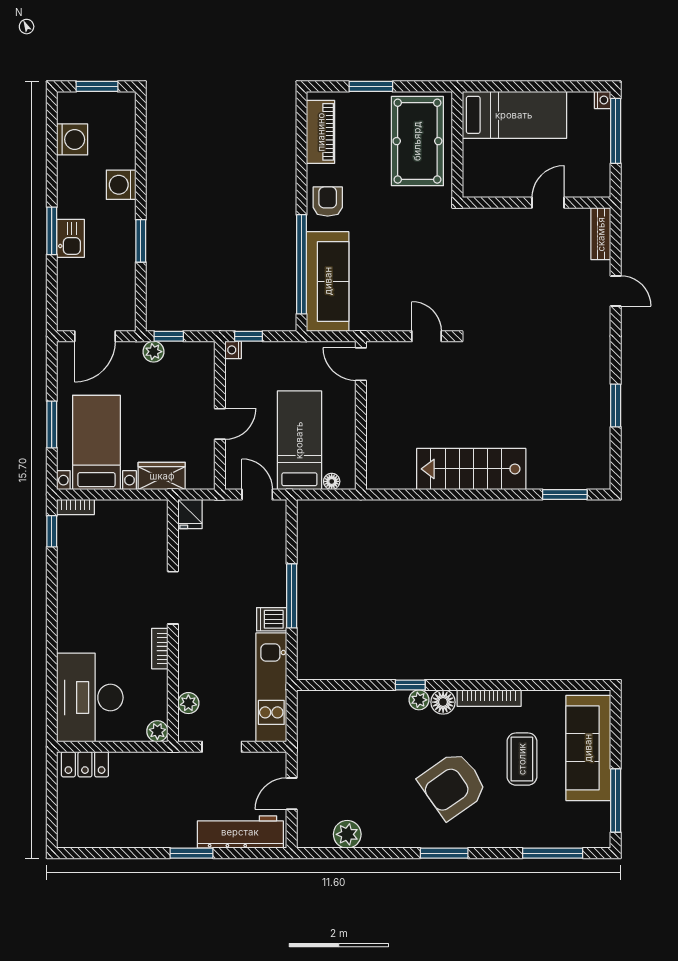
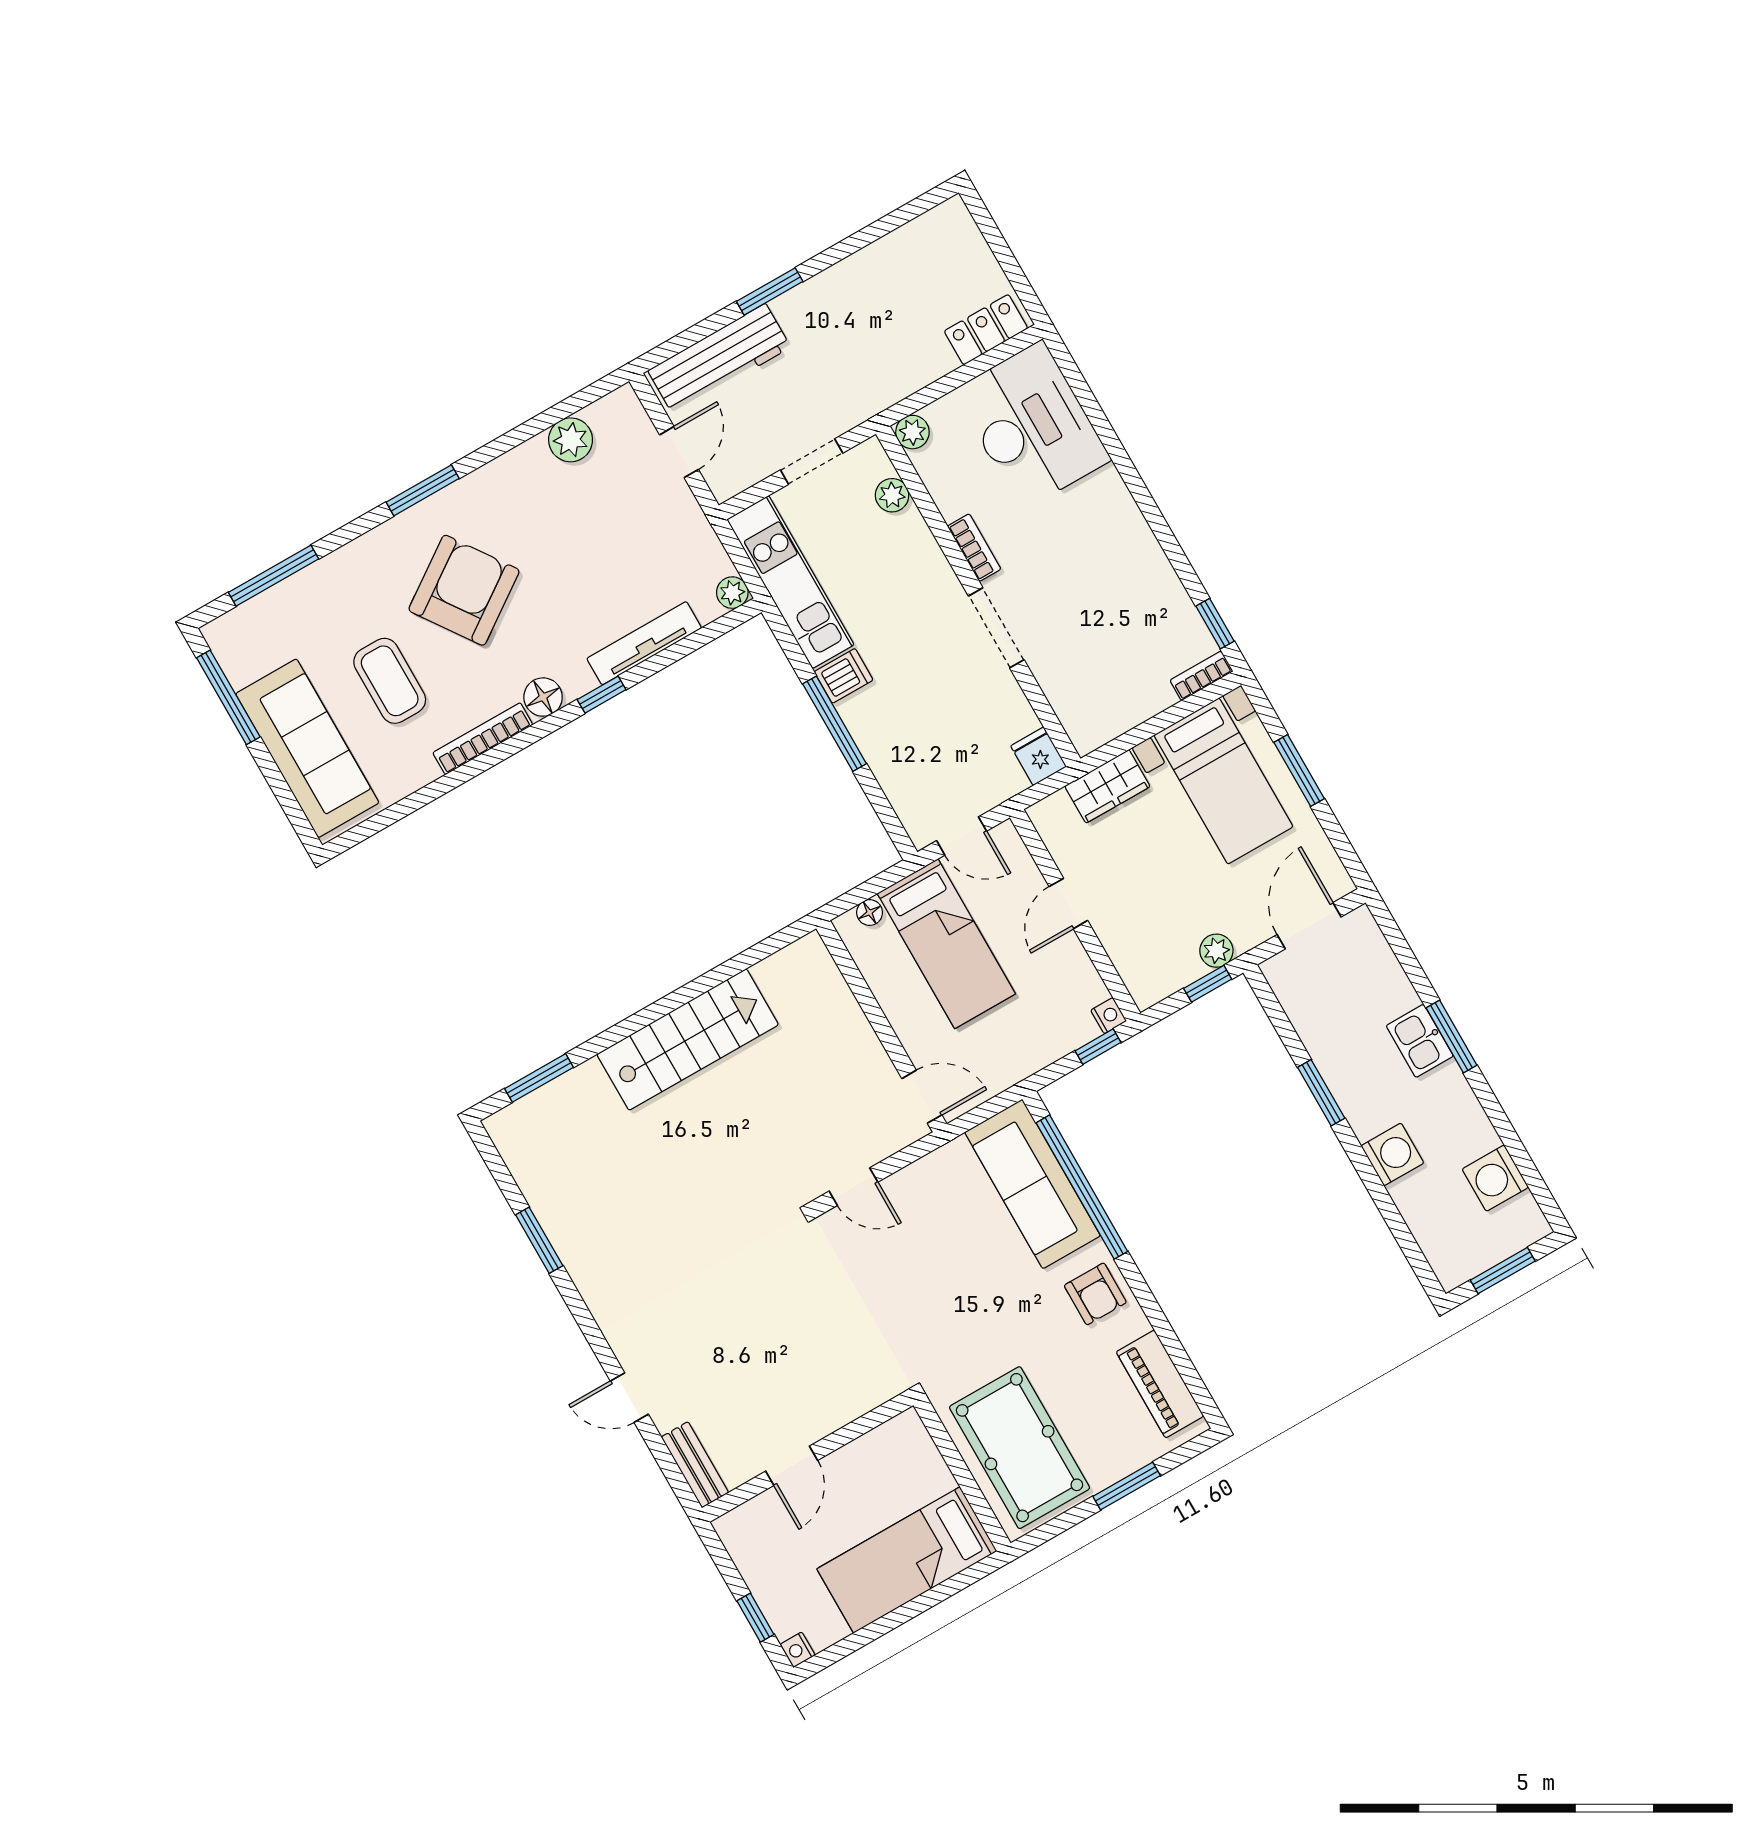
window: (616, 131) -> (755, 1618), width x0.46
tv unit: (371, 700) -> (644, 643), added
plant: (419, 700) -> (732, 593), moved

